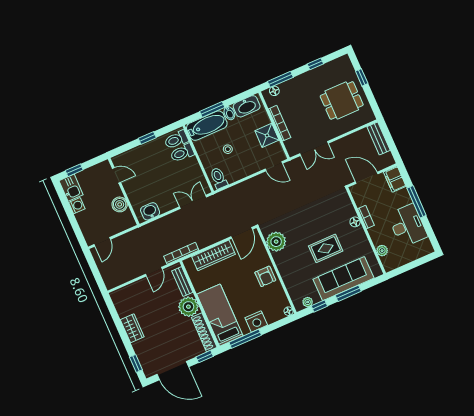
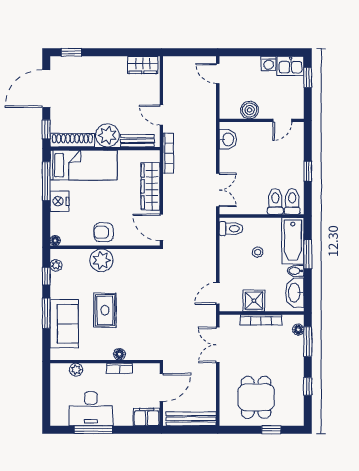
bench: (379, 139) -> (191, 419), width x1.36
window: (417, 202) -> (93, 430), moved
plant: (276, 242) -> (101, 260), moved
sofa: (343, 279) -> (64, 324), width x0.73
wardrobe: (132, 328) -> (143, 65), moved

